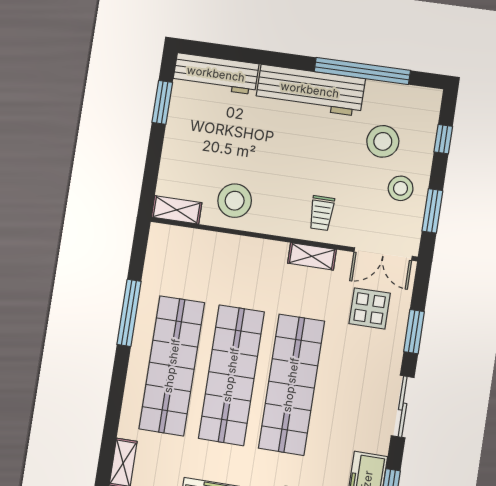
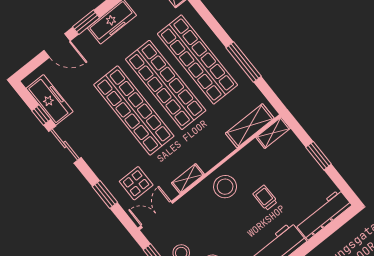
window: (162, 102) -> (319, 156), moved
stool: (235, 201) -> (225, 187), moved
trolley: (322, 213) -> (265, 198), moved
shelving: (192, 242) -> (250, 126), added
sliding door: (403, 407) -> (65, 144), moved

